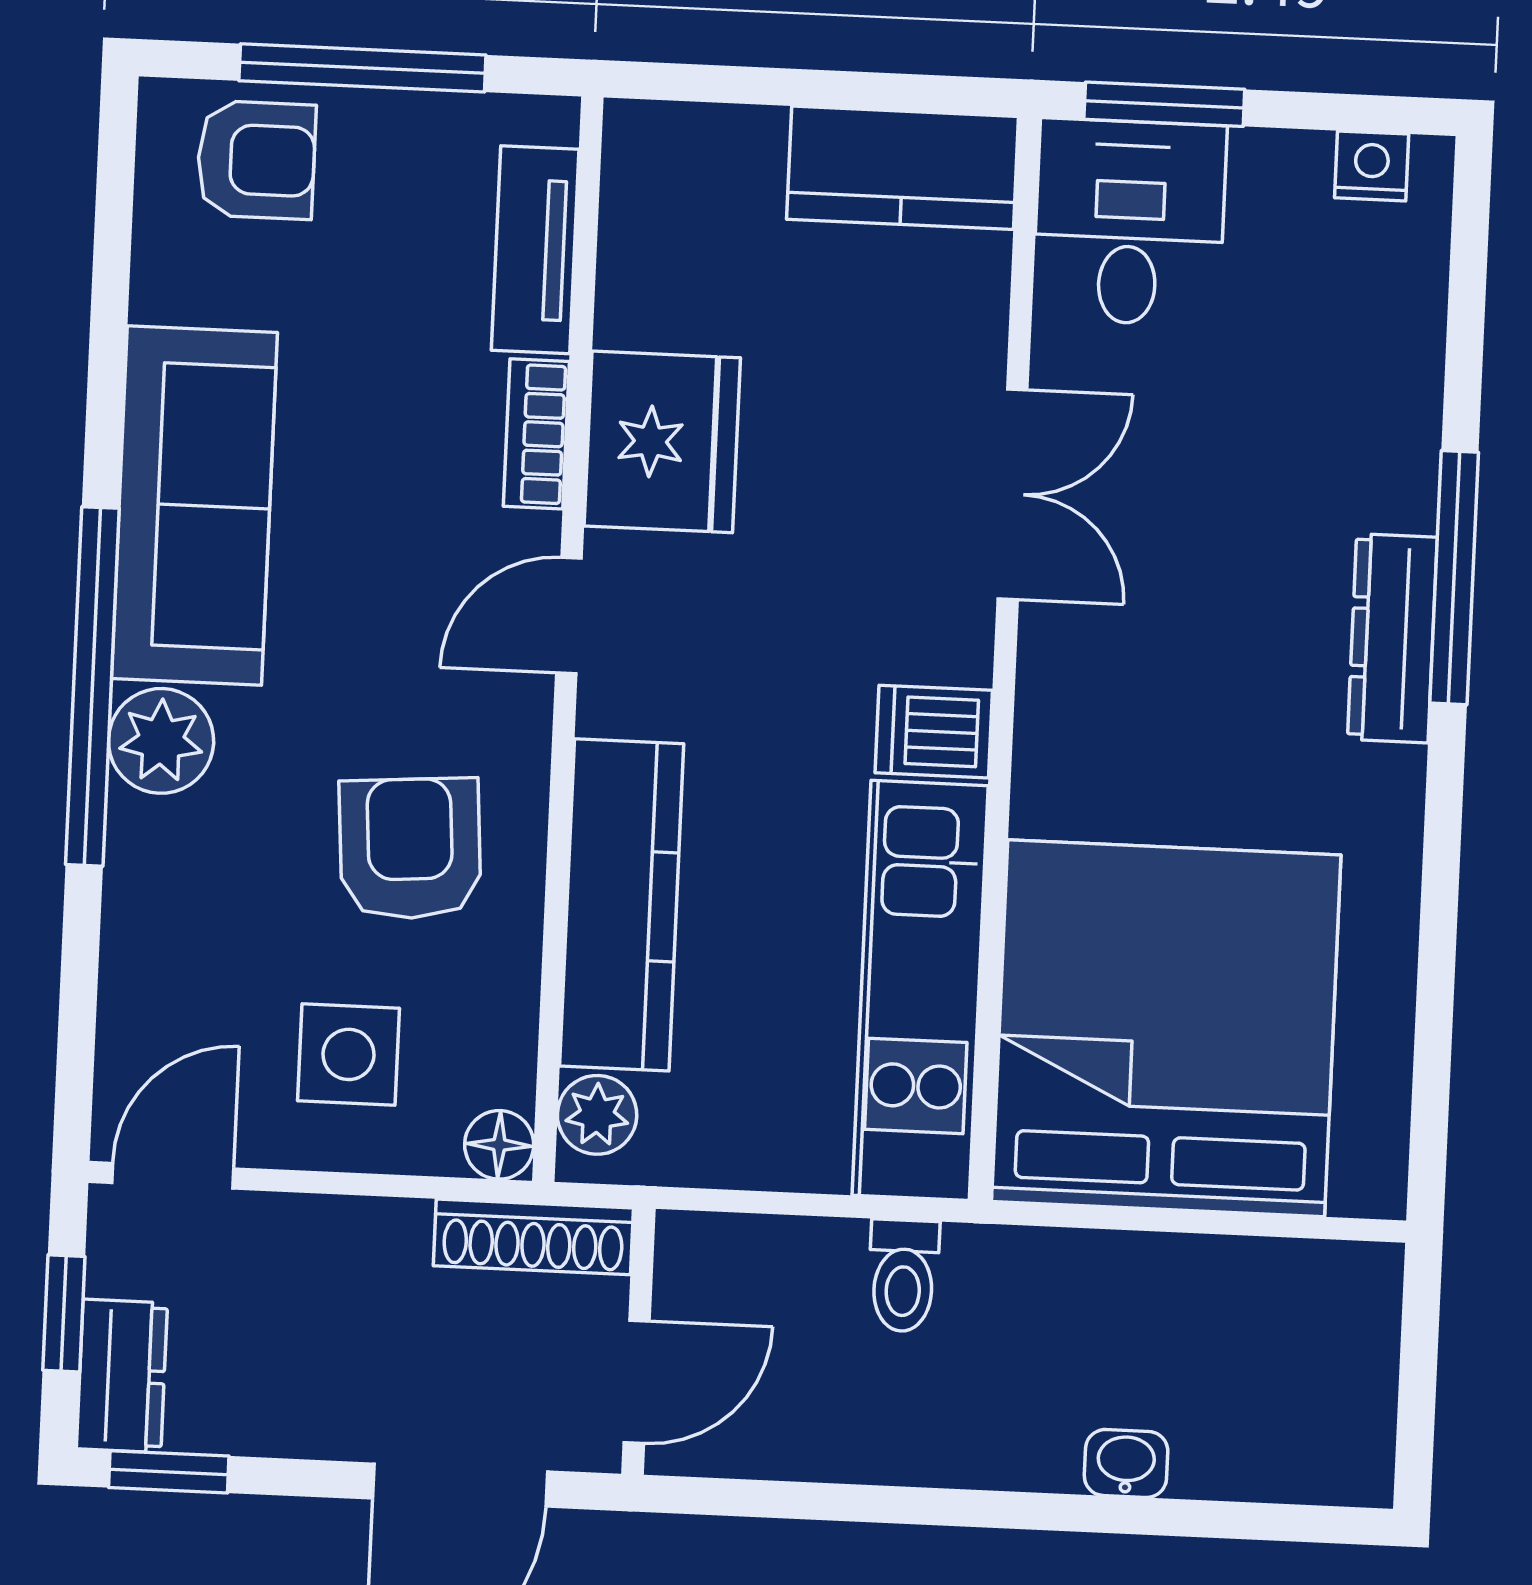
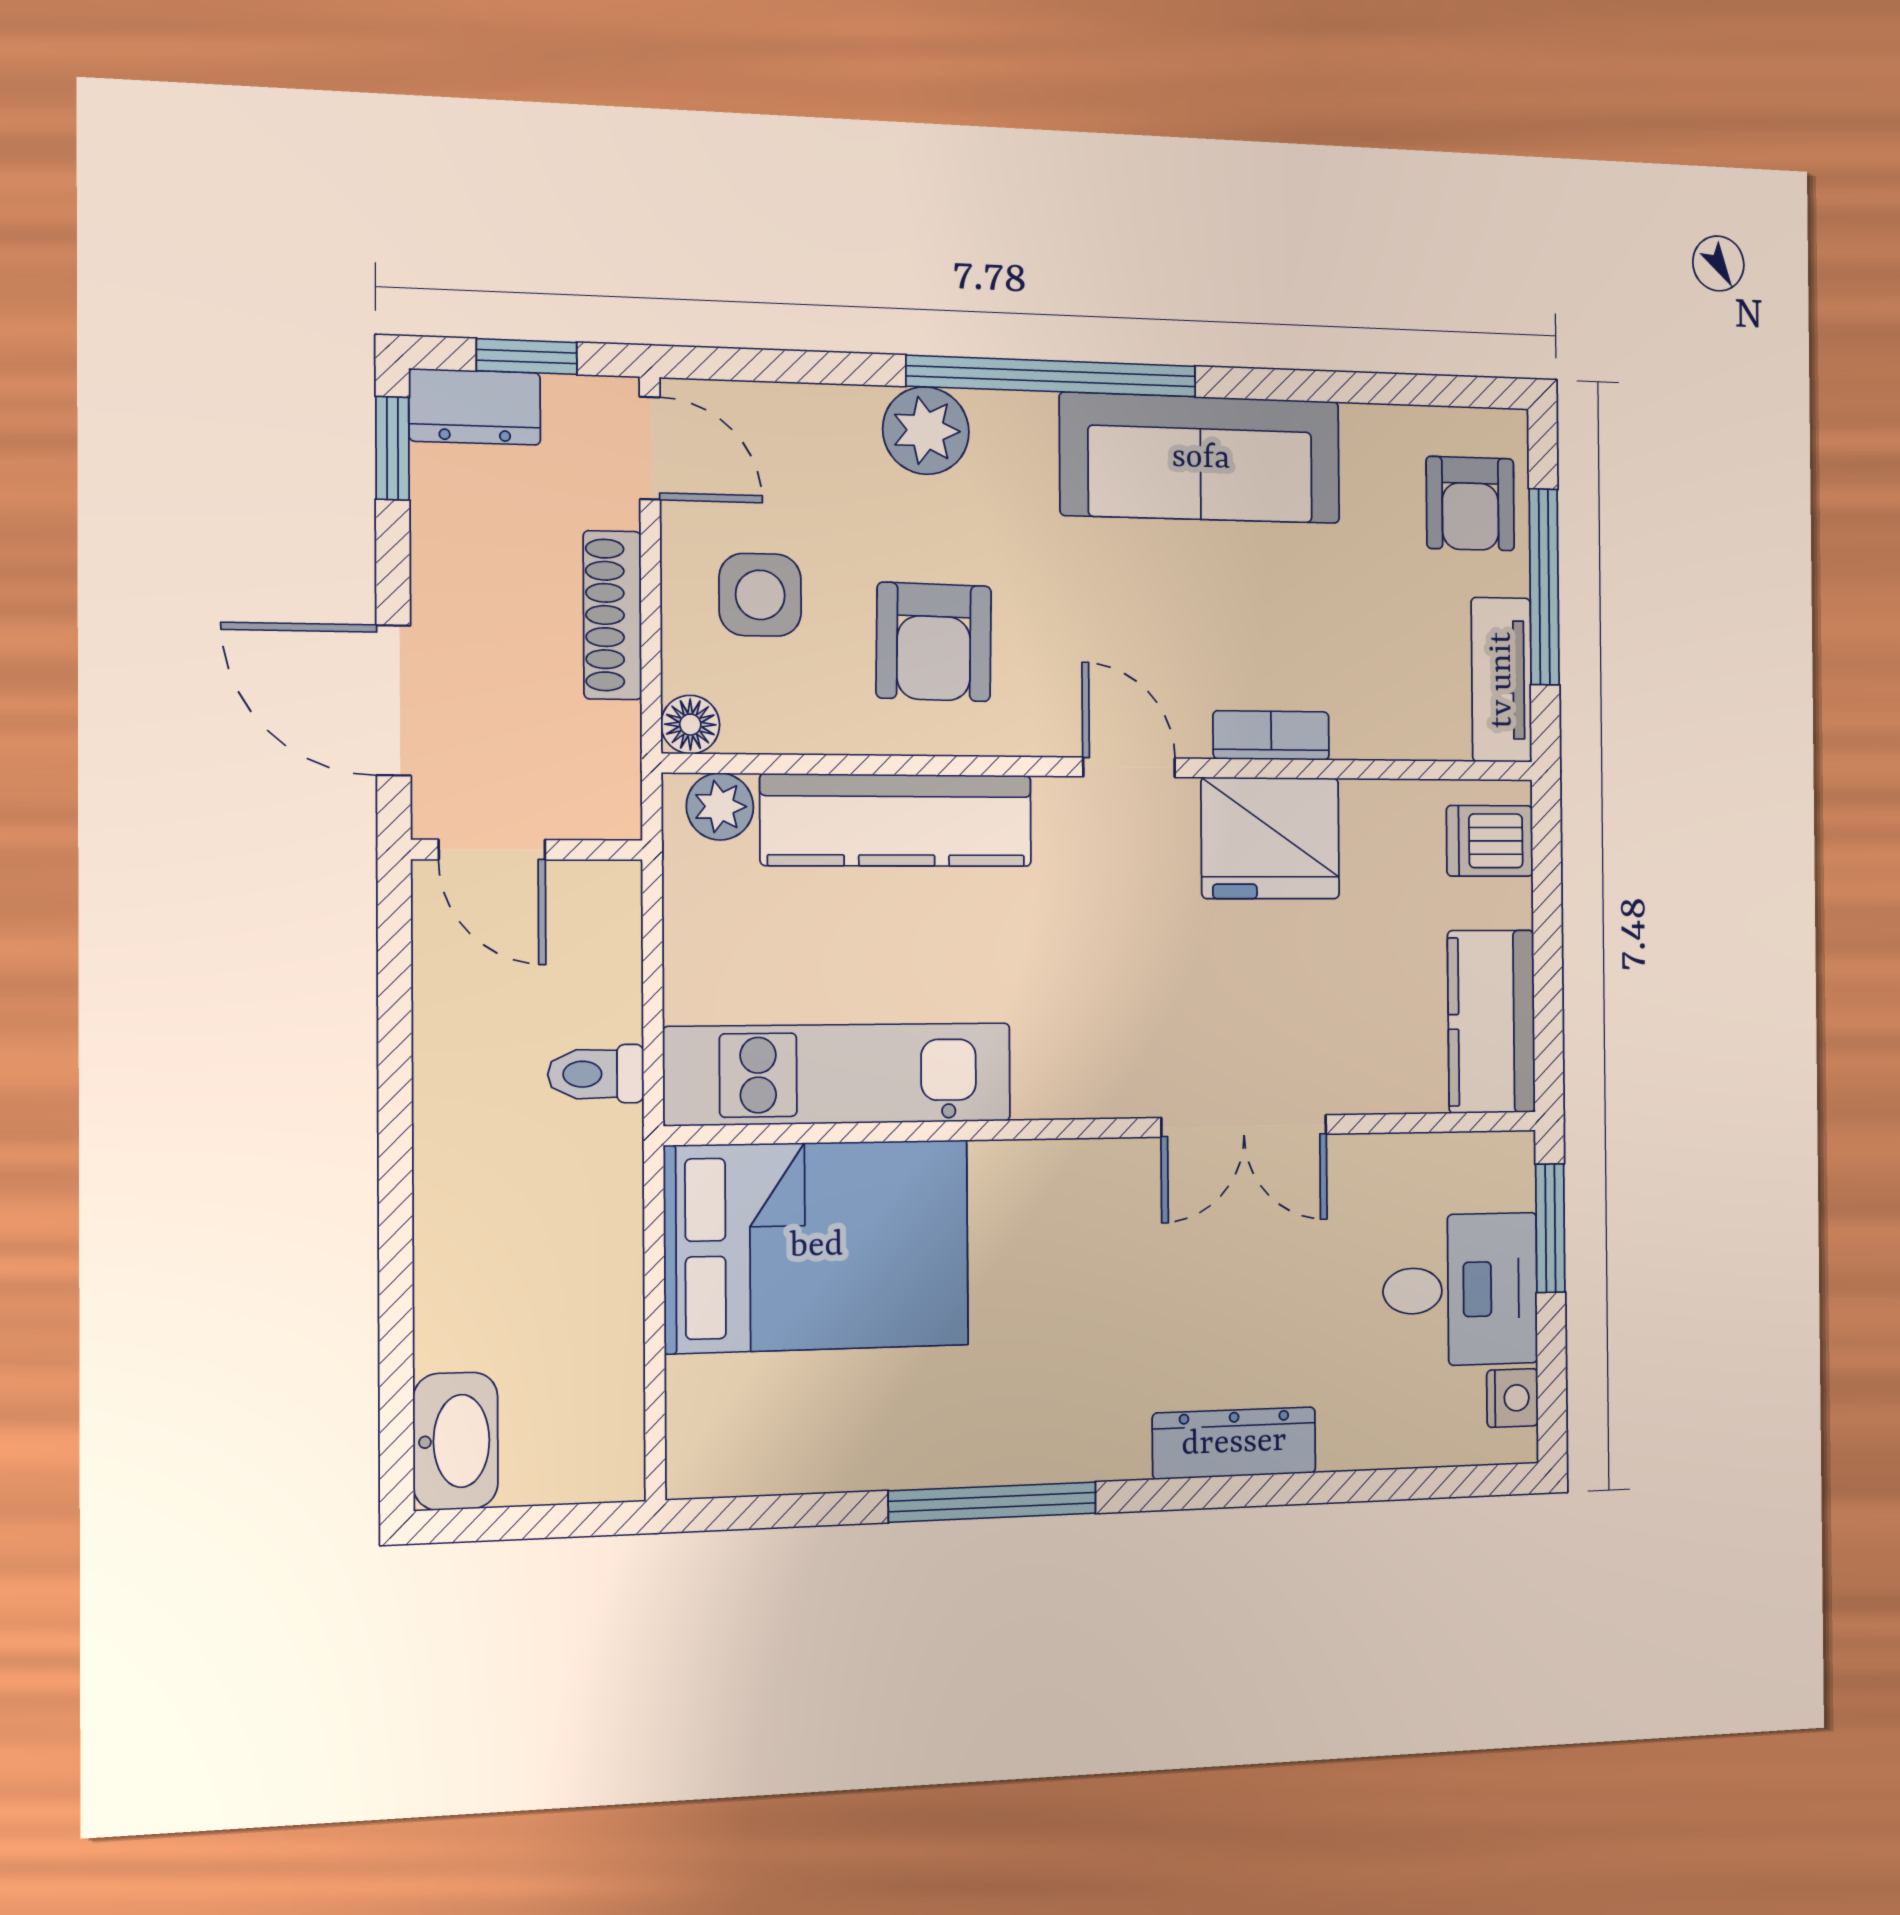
desk: (1130, 222) -> (1460, 1290), moved
tv unit: (535, 250) -> (1502, 680), moved, turned -90
window: (1454, 578) -> (993, 1502), moved
dresser: (1392, 638) -> (1234, 1443), moved
dishwasher: (934, 732) -> (1490, 841), moved, turned -90
plant: (161, 741) -> (926, 431), moved
armchair: (410, 849) -> (934, 642), turned 95
bed: (1166, 1028) -> (817, 1246), width x0.73
shoe rack: (533, 1237) -> (612, 615), moved
washbasin: (1126, 1463) -> (455, 1441), moved, width x1.91, depth x1.45

